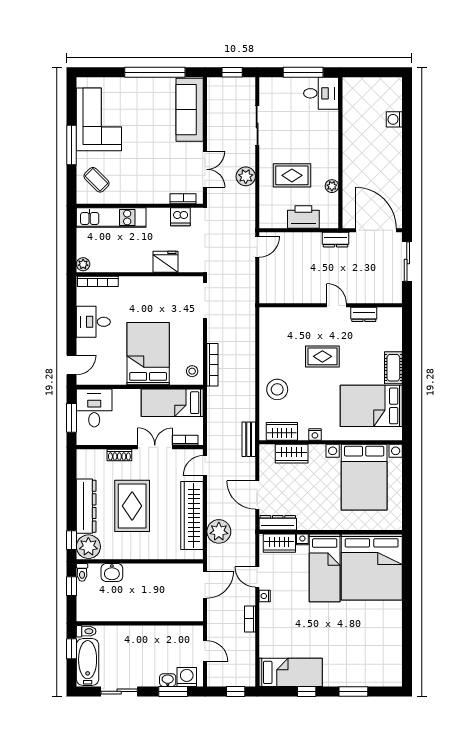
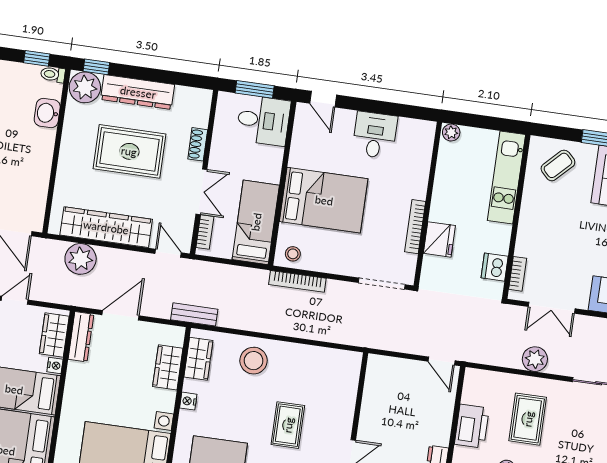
bookcase: (98, 281) -> (415, 227), moved

